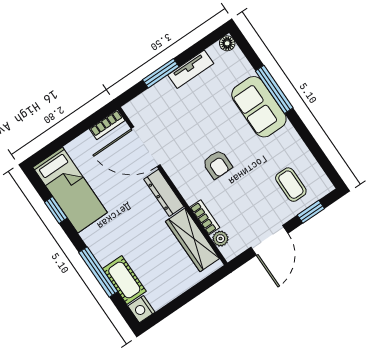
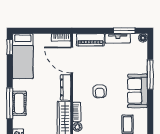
window: (161, 73) -> (124, 31), moved
piano: (152, 98) -> (90, 40), added
sofa: (259, 107) -> (138, 91), moved
window: (56, 210) -> (10, 47), moved
cot: (124, 280) -> (19, 103), moved

